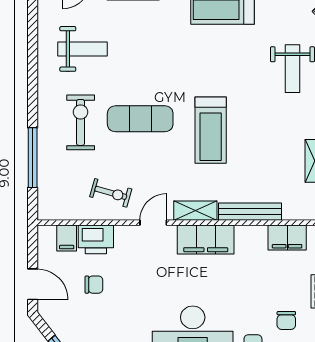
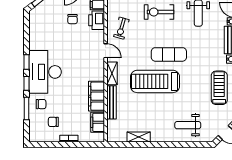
exercise mat: (140, 119) -> (169, 54), moved, turned 90
exercise bike: (81, 122) -> (159, 12), turned 180
treadmill: (211, 130) -> (155, 81), width x1.37, depth x1.38
filing cabinet: (206, 239) -> (97, 96), moved

